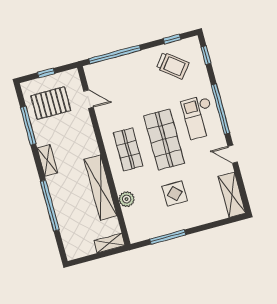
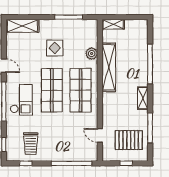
trolley: (173, 65) -> (31, 144), turned -128
shop shelf: (128, 149) -> (81, 90), width x1.43, depth x1.36
shelving: (232, 195) -> (22, 26), moved, turned 90

